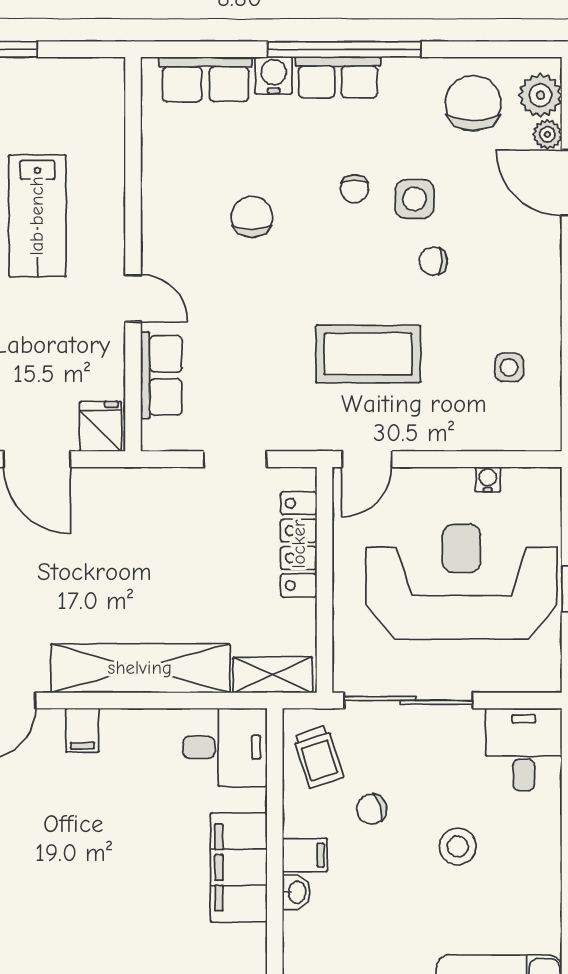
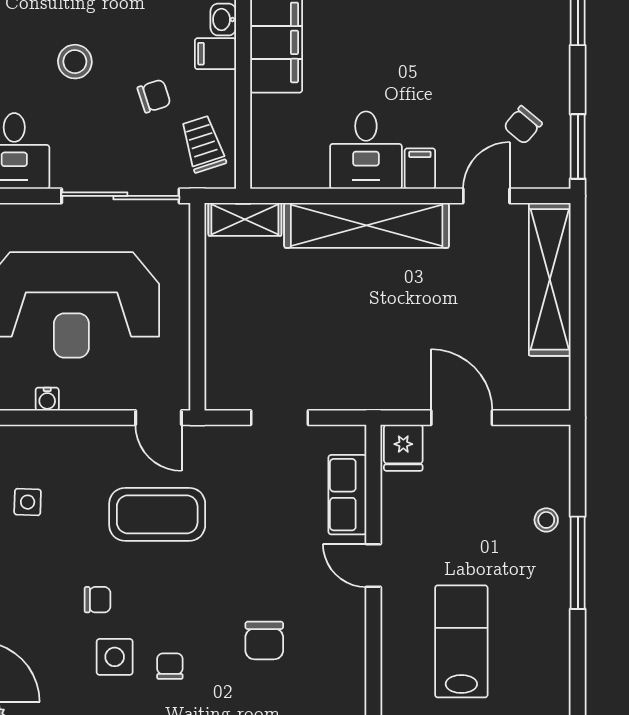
door: (367, 459) -> (158, 418), swing flipped
locker: (299, 544) -> (221, 339), removed
desk: (225, 747) -> (366, 150), moved, turned -90

